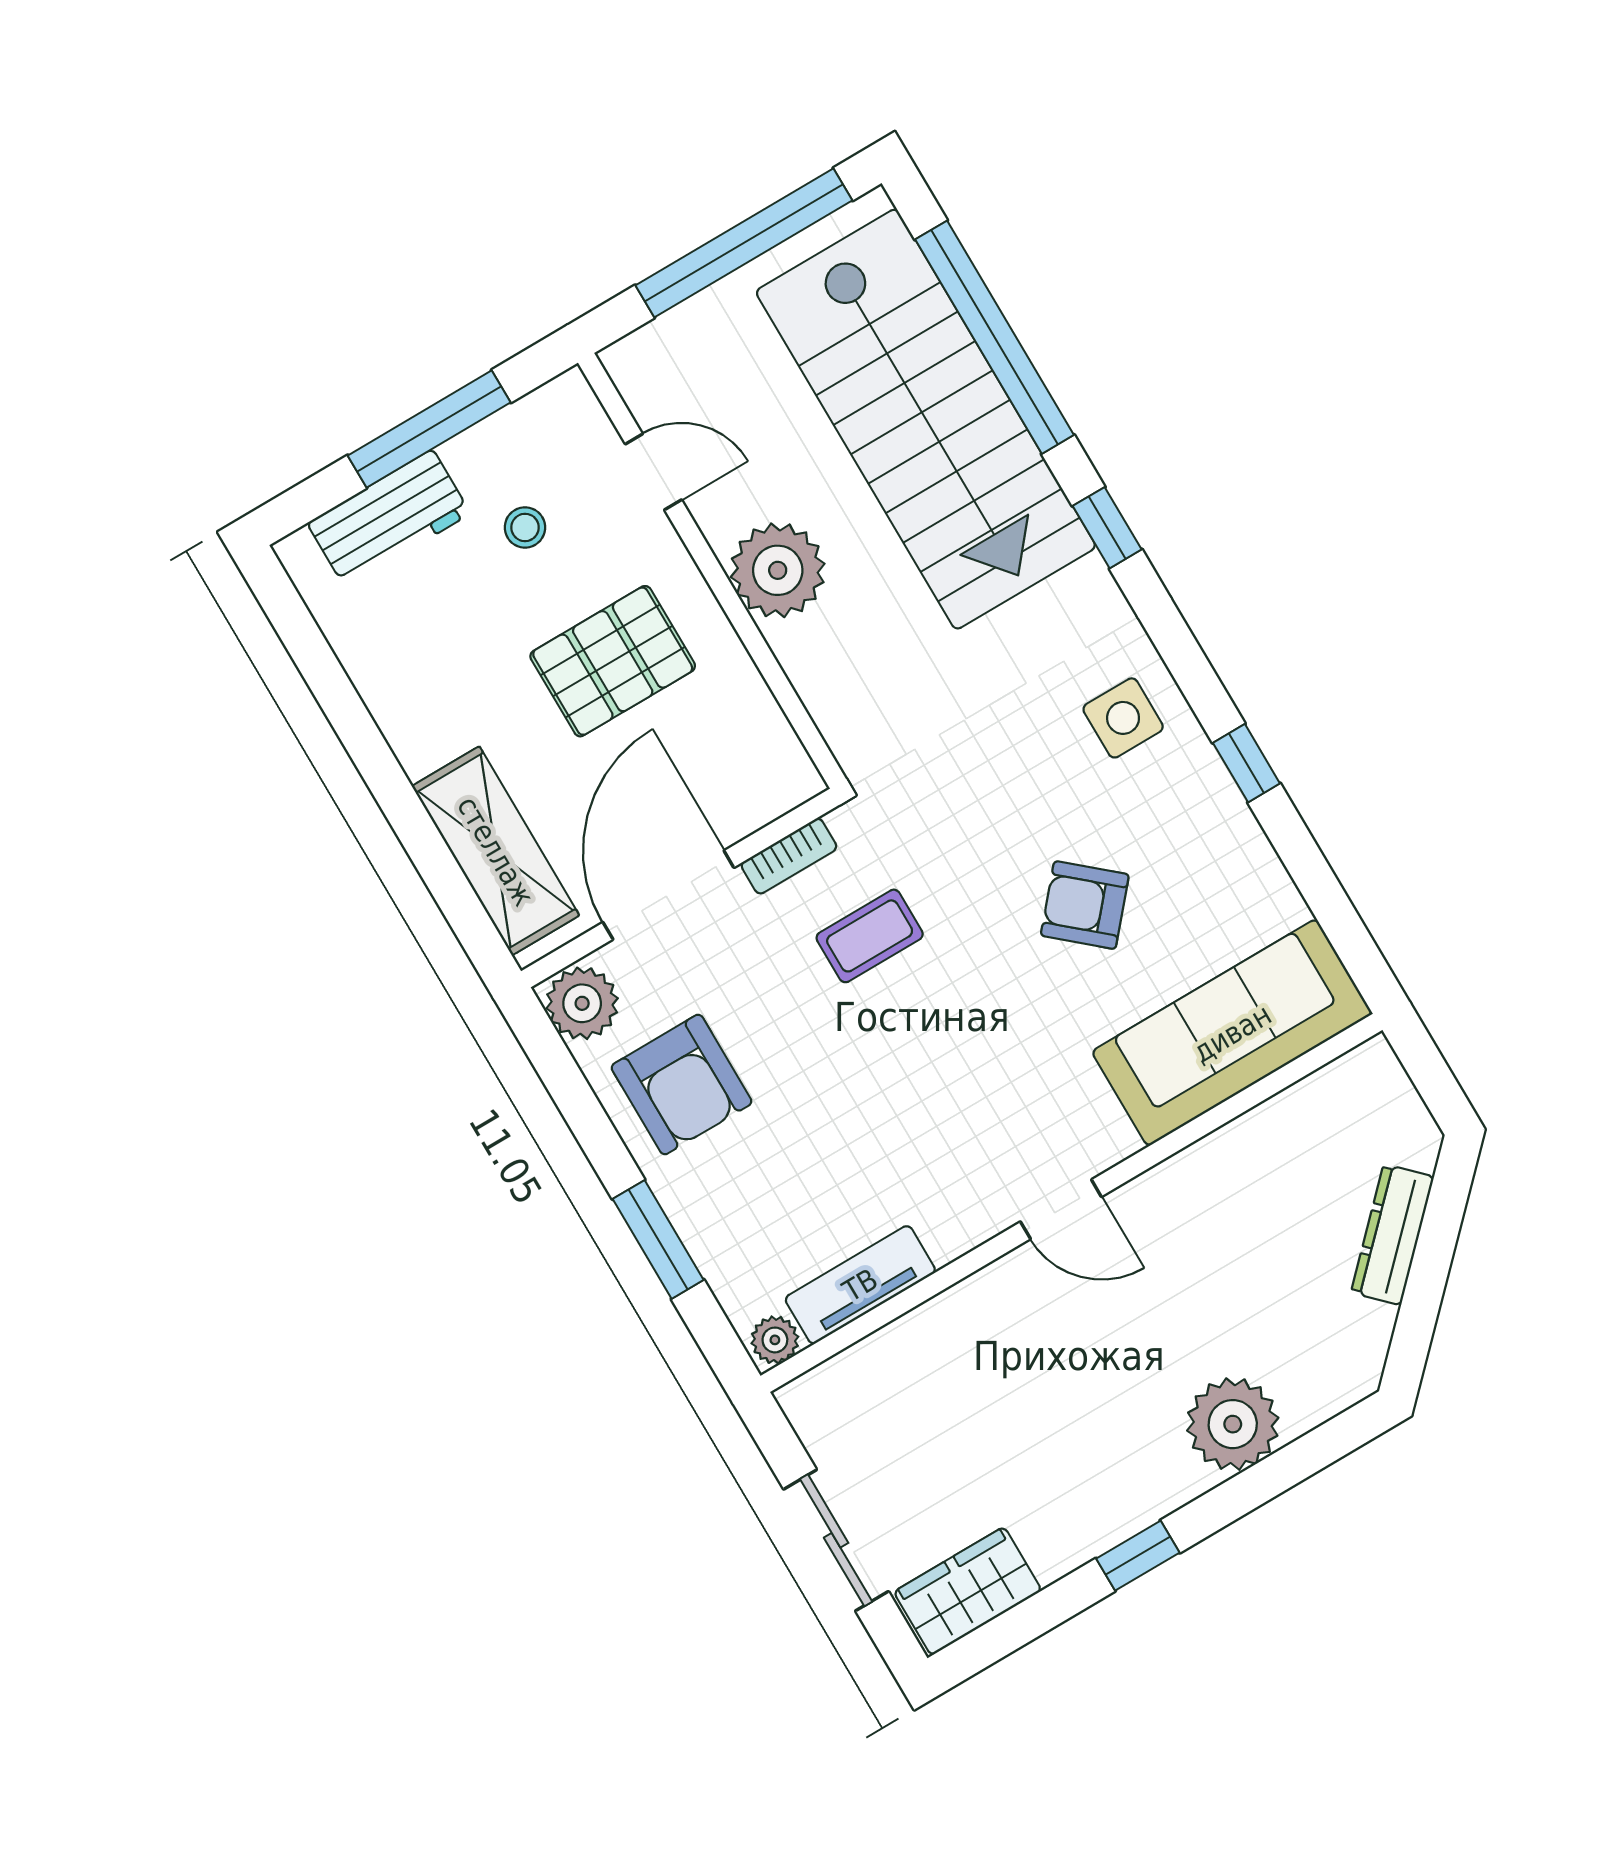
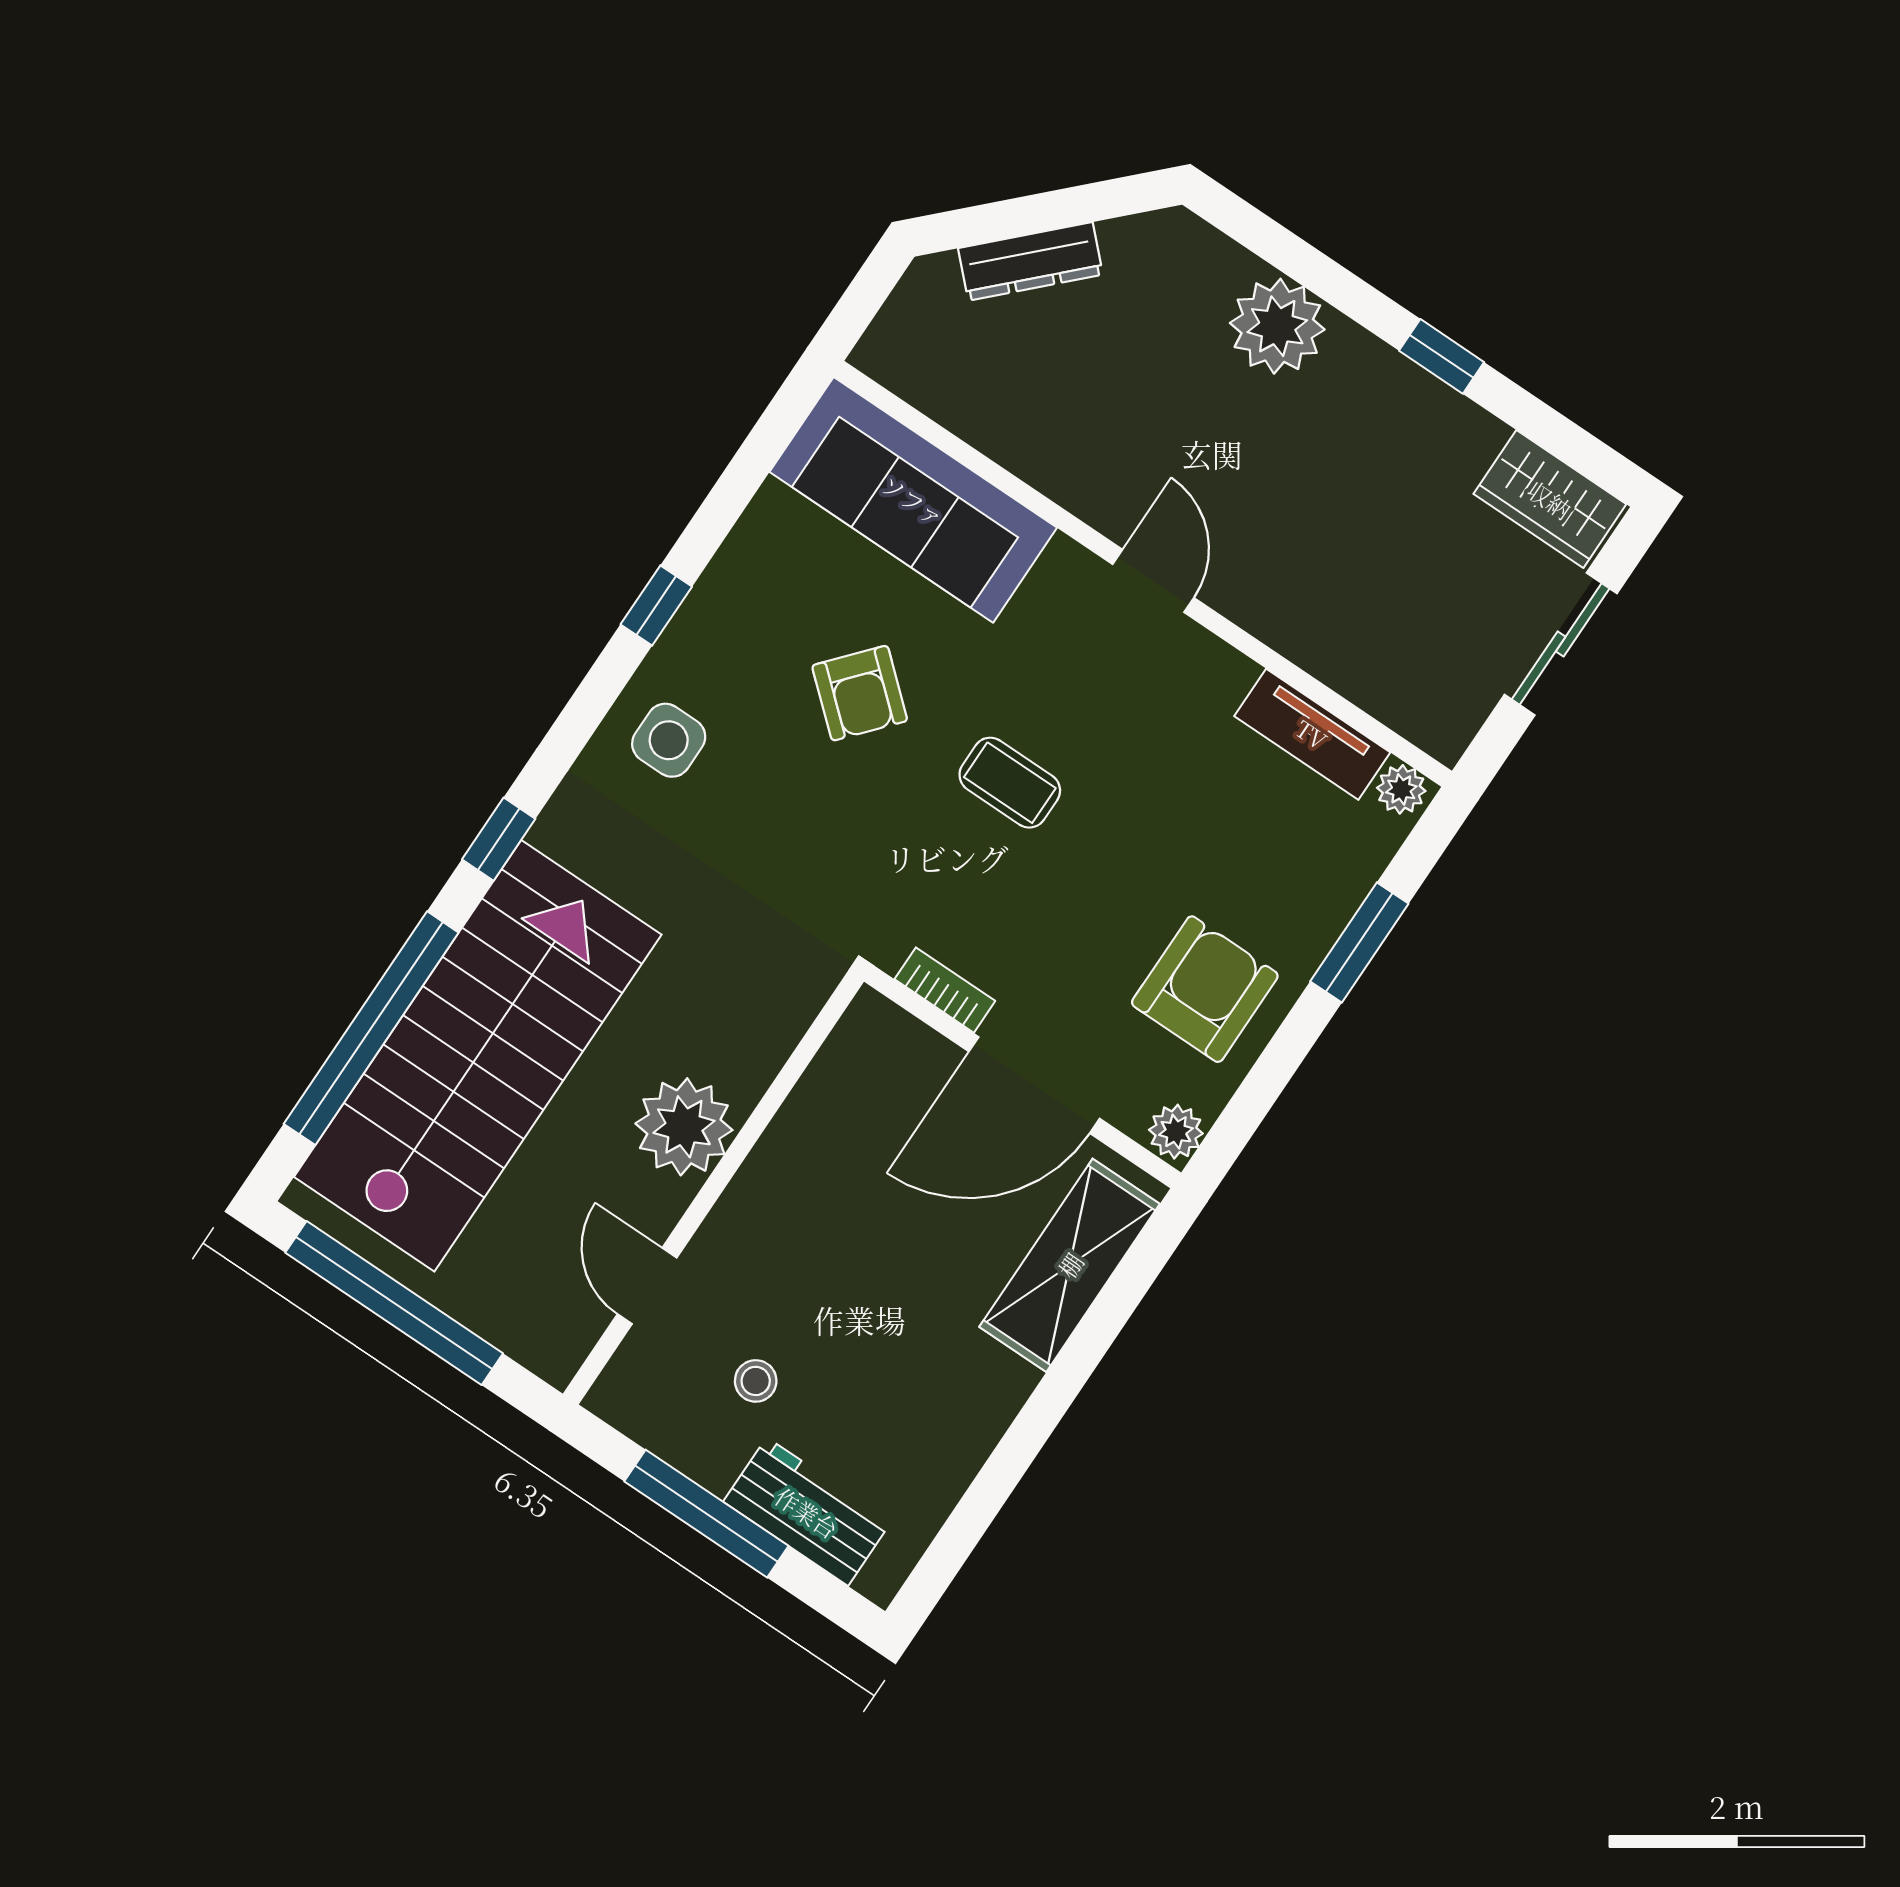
pallet: (613, 661) -> (841, 1240), removed
coffee table: (870, 936) -> (1010, 783), moved
plant: (582, 1003) -> (1176, 1132), width x0.73, depth x0.73

